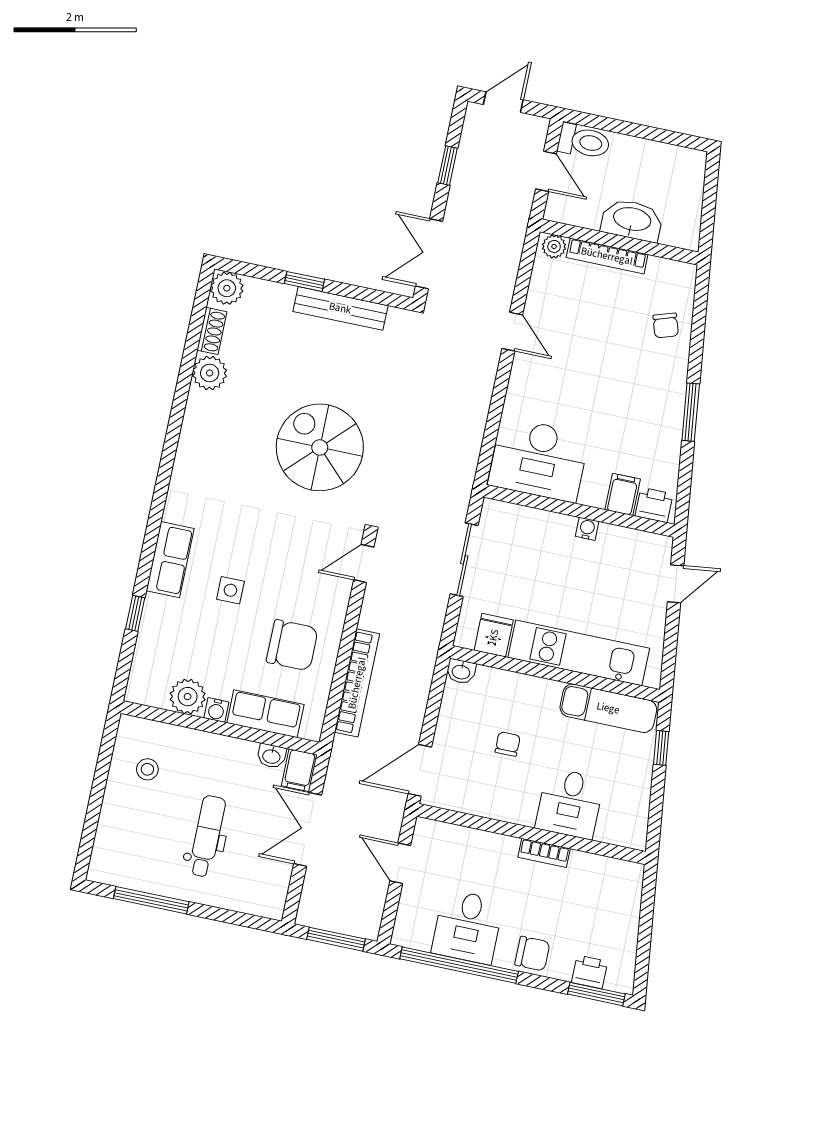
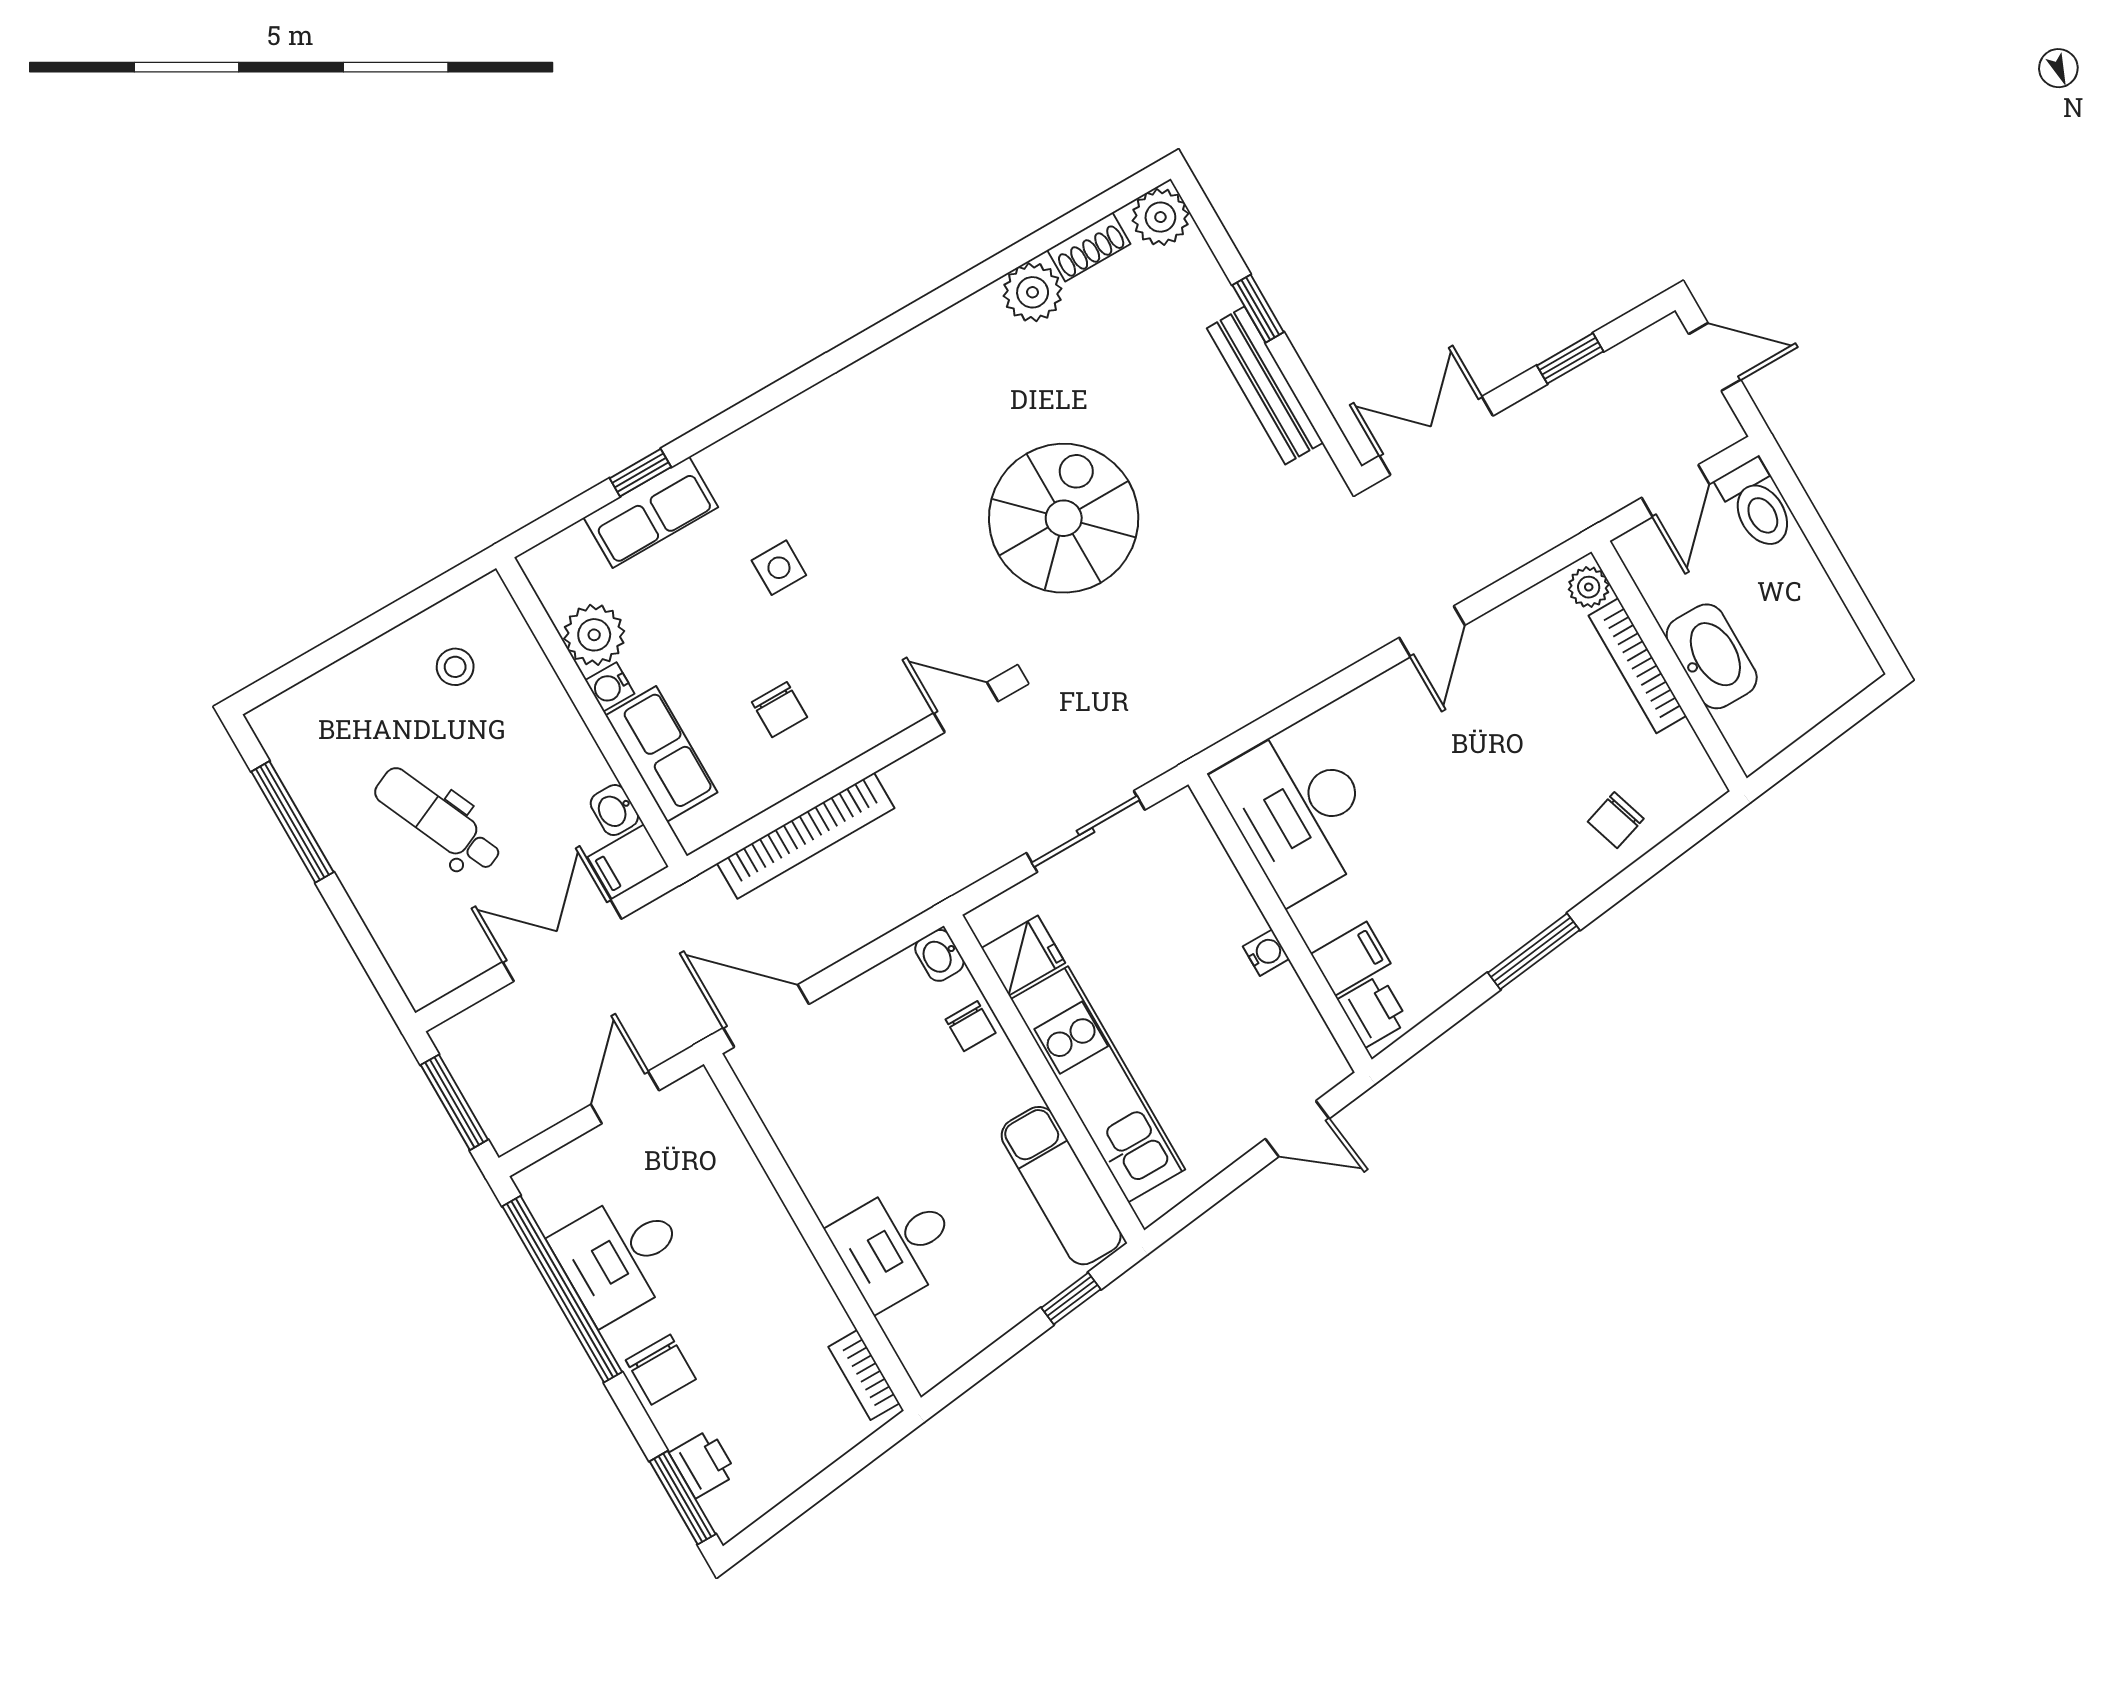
row of seats: (170, 560) -> (651, 512), moved
chair: (292, 645) -> (780, 710), width x0.54, depth x0.54
chair: (508, 744) -> (971, 1026), moved, turned 90
dental chair: (207, 836) -> (438, 820), turned -114
bookcase: (544, 853) -> (864, 1375), moved

